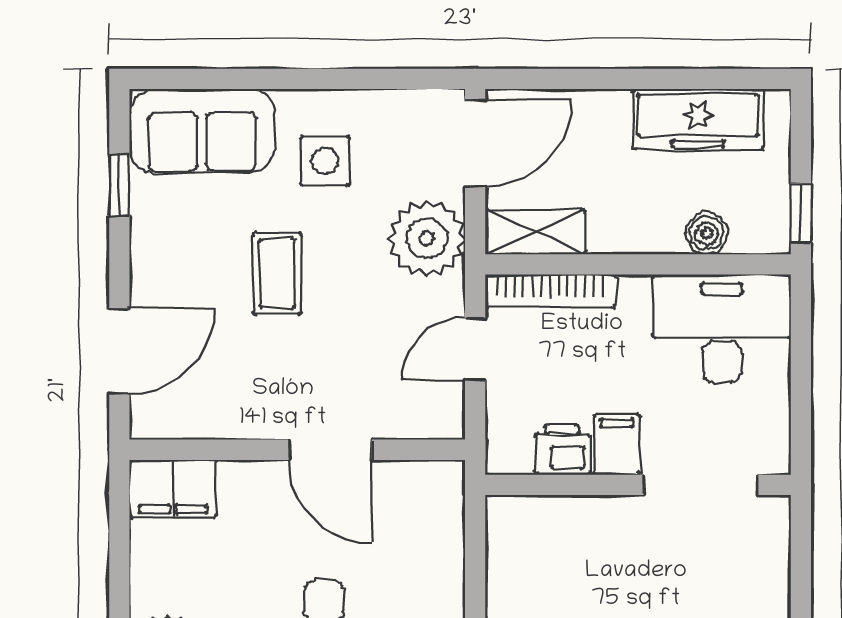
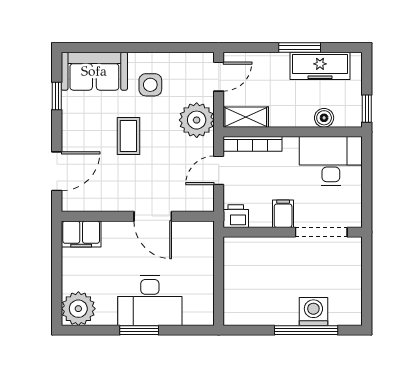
window: (653, 79) -> (300, 48), added
door: (475, 143) -> (219, 77), width x0.73
printer: (562, 450) -> (236, 216), moved

